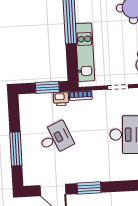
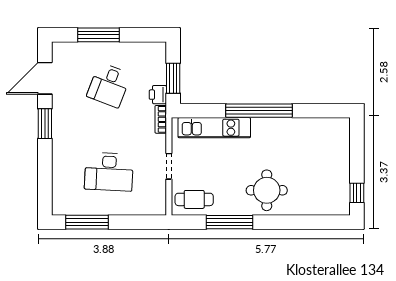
desk: (56, 138) -> (109, 85), turned 45

